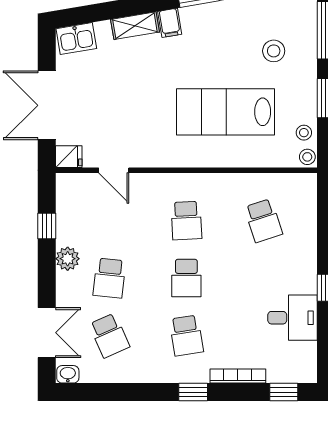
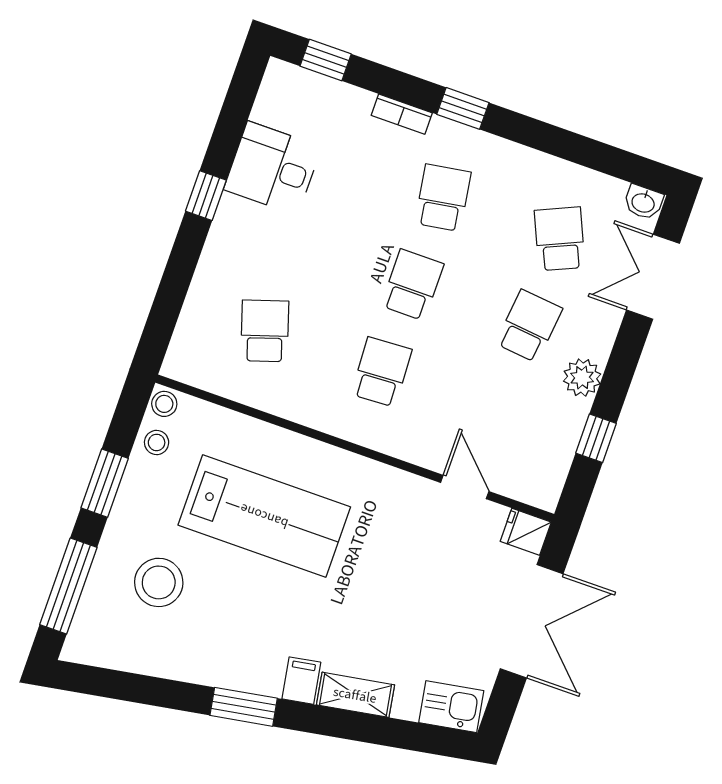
stool: (274, 51) -> (159, 582), width x1.38, depth x1.38
bookcase: (238, 376) -> (402, 114), width x0.64

